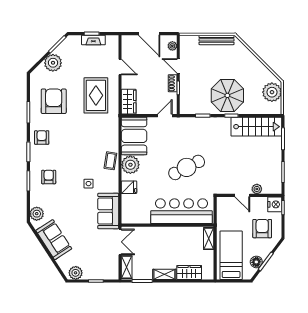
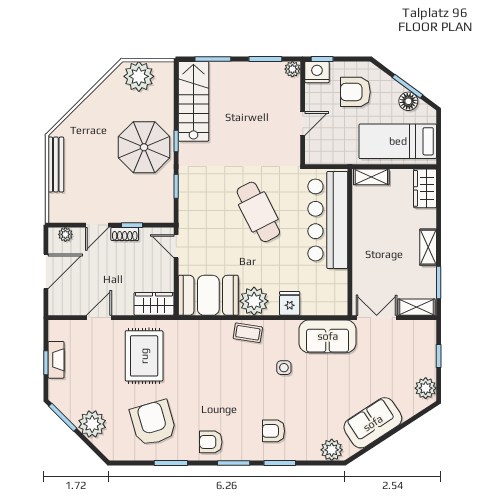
rug: (96, 95) -> (144, 356), turned 90
armchair: (54, 101) -> (153, 423), turned 74
plant: (257, 189) -> (292, 69), moved
wardrobe: (189, 272) -> (425, 188), moved

